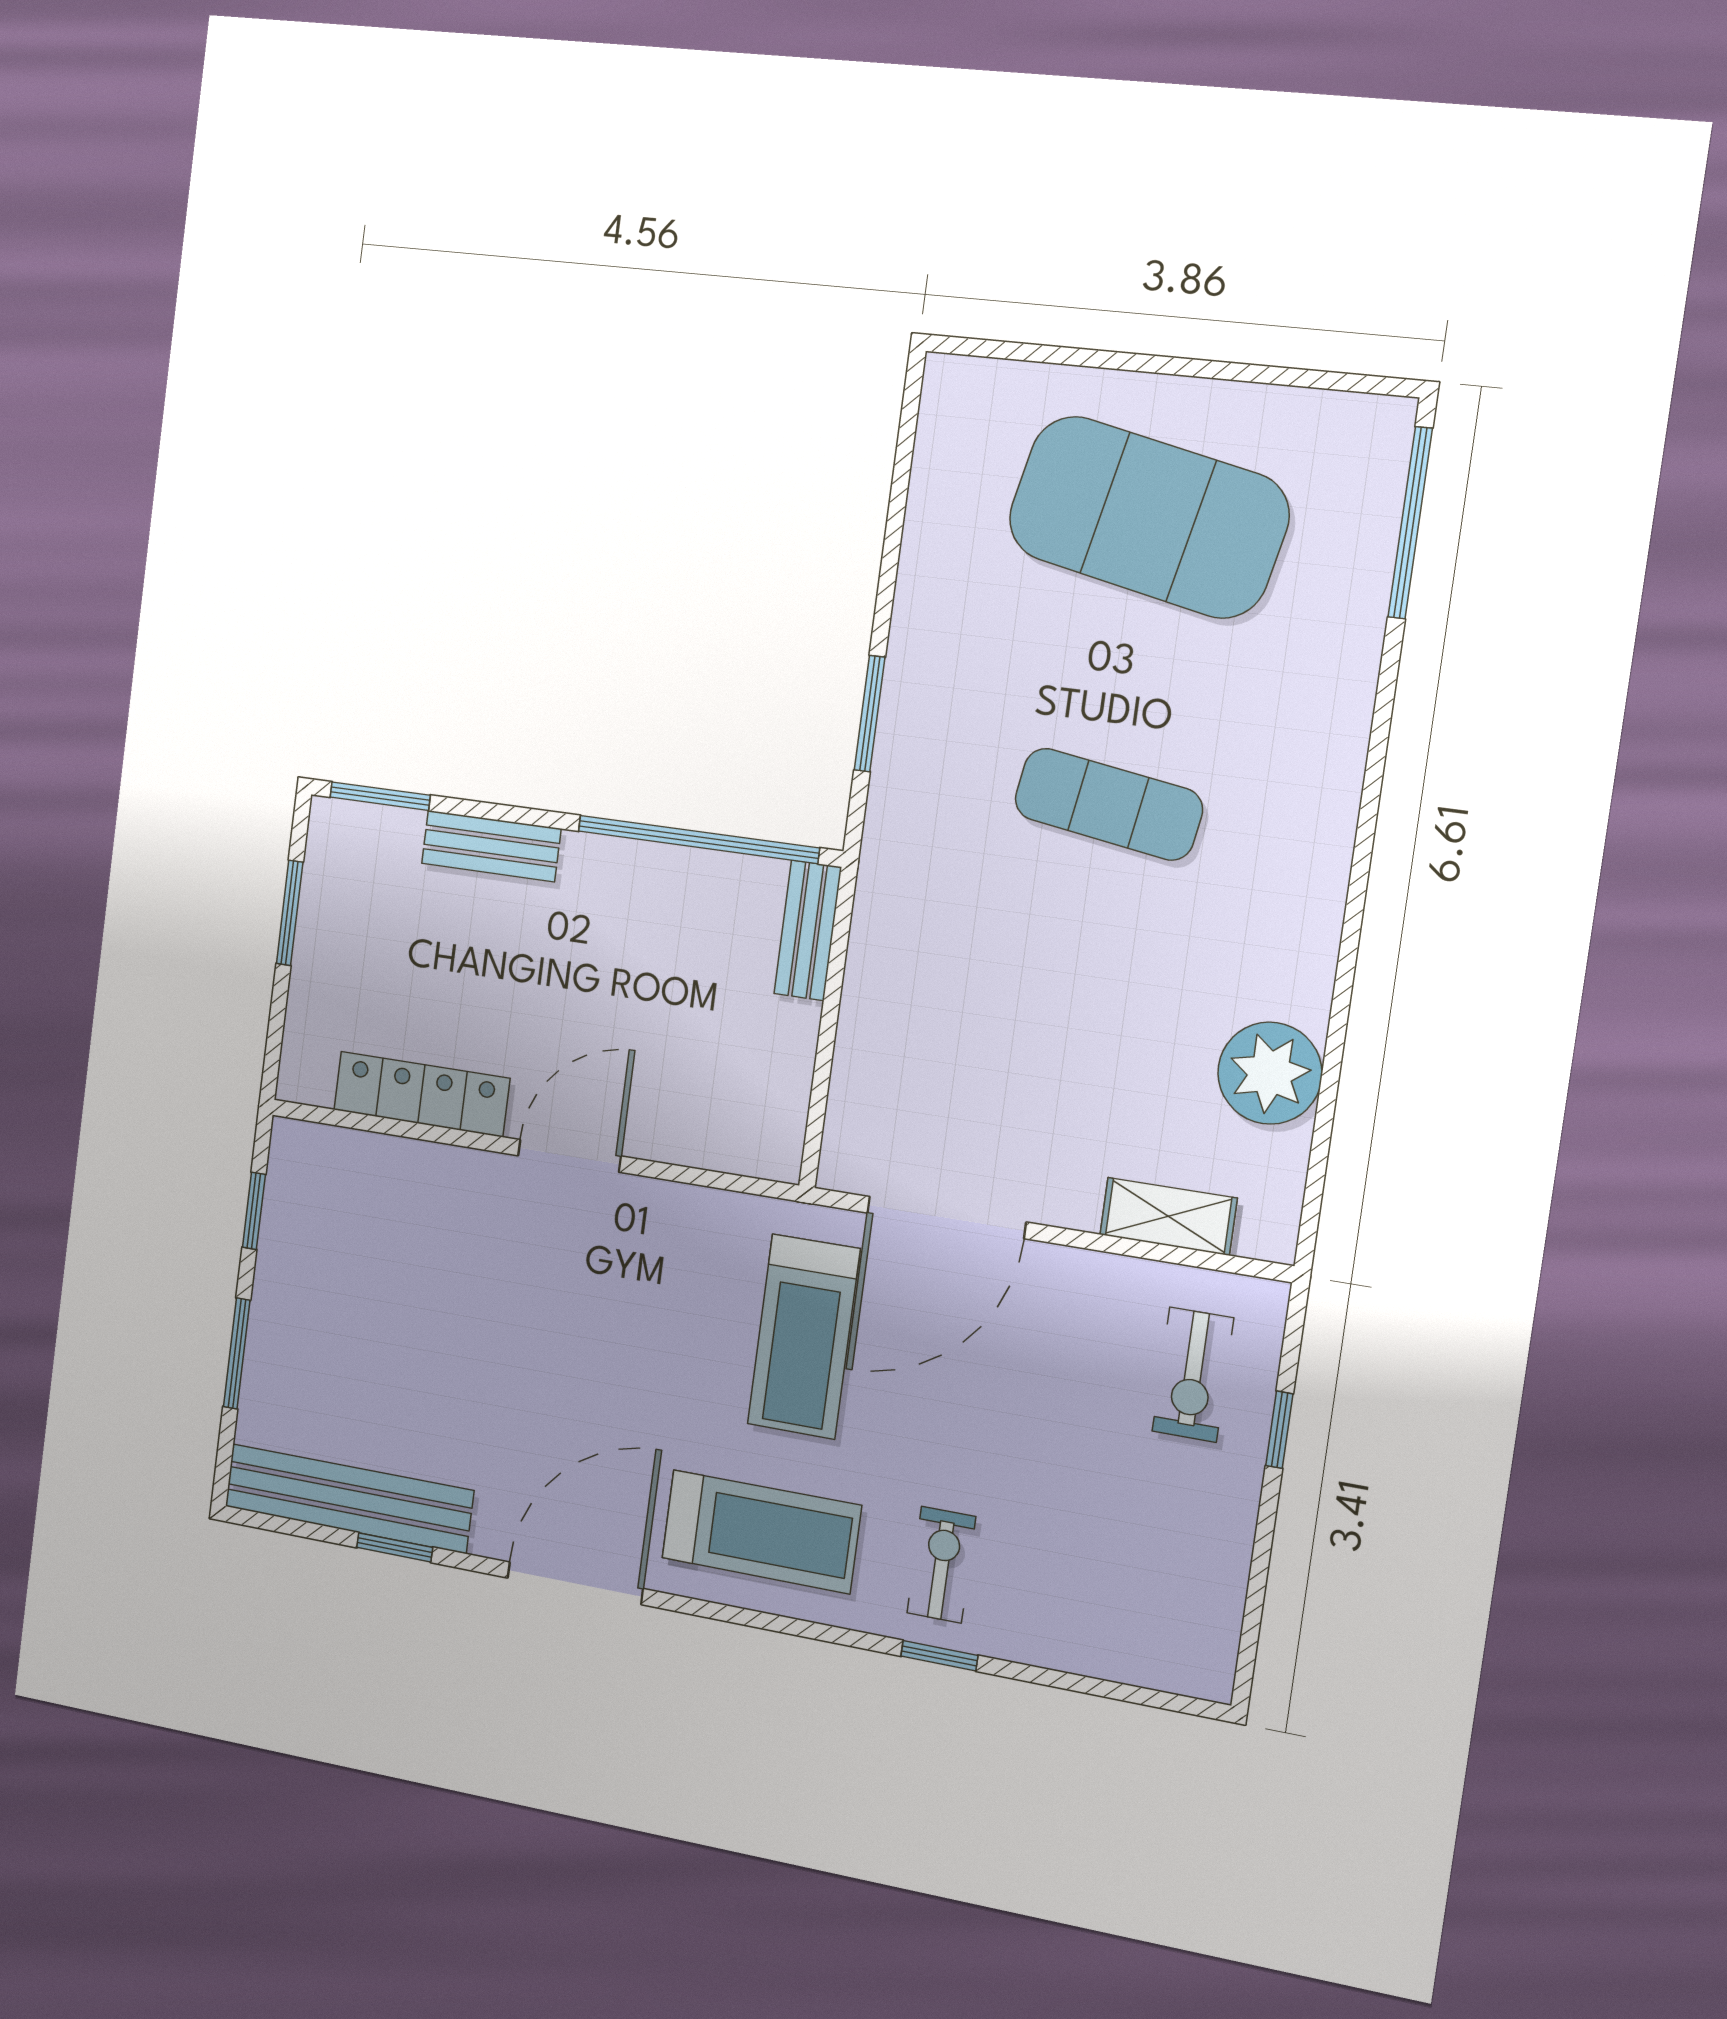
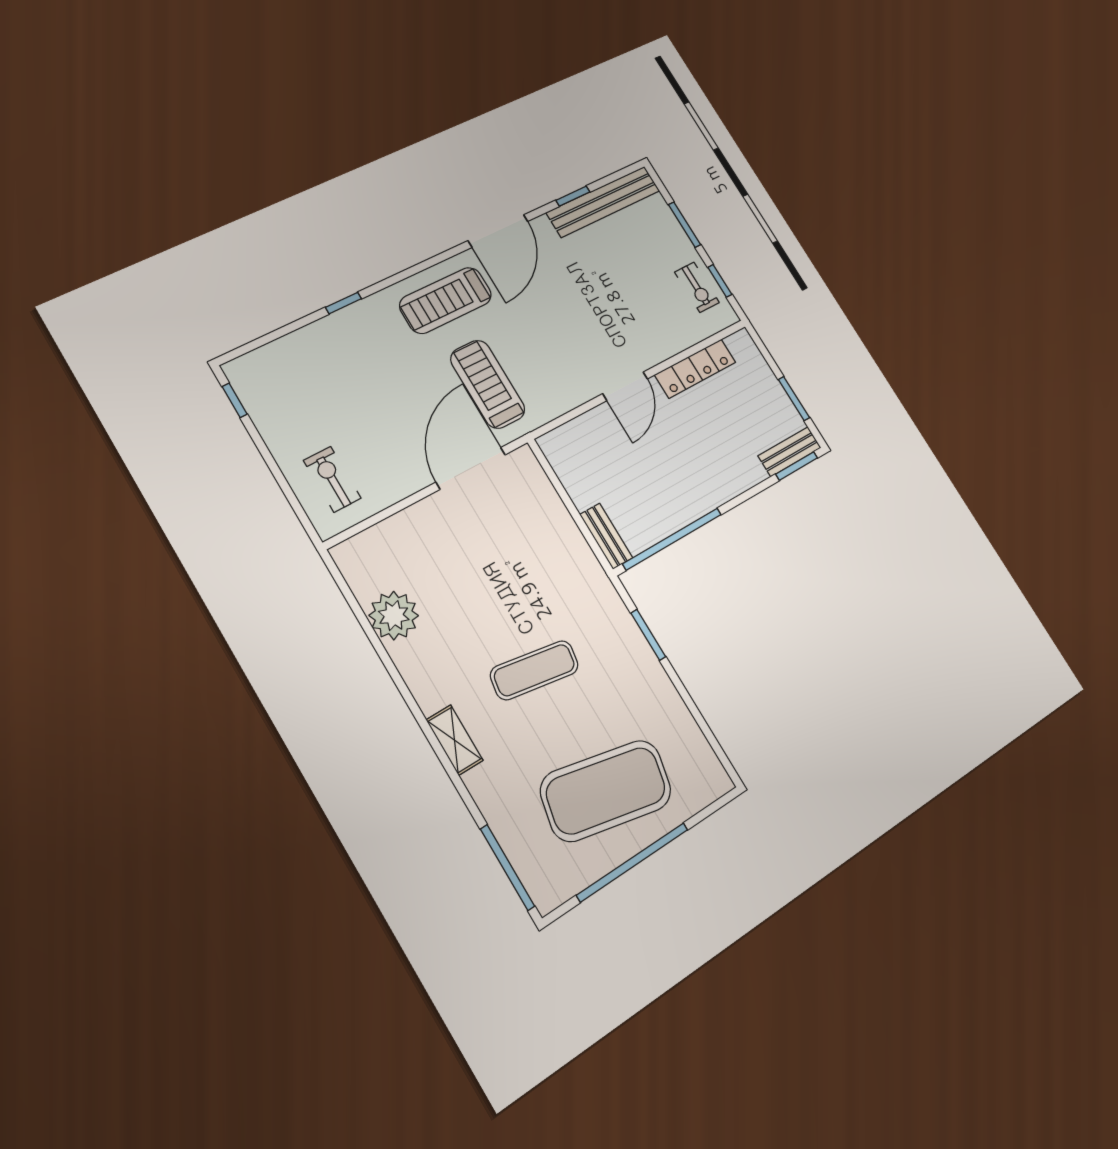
window: (1198, 368) -> (633, 862), added
bench: (491, 846) -> (790, 452), moved
shelving: (1168, 1216) -> (454, 740), moved, turned 90
window: (1279, 1430) -> (235, 400), moved
exercise bike: (941, 1565) -> (697, 287), moved

